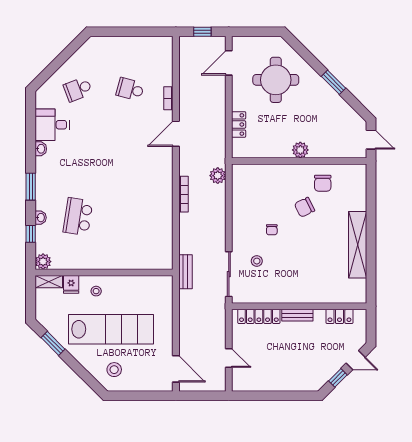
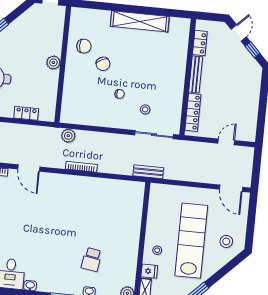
school desk: (78, 217) -> (92, 259), width x0.54
bench: (297, 315) -> (196, 74), width x1.36
door: (176, 369) -> (231, 188), swing flipped

